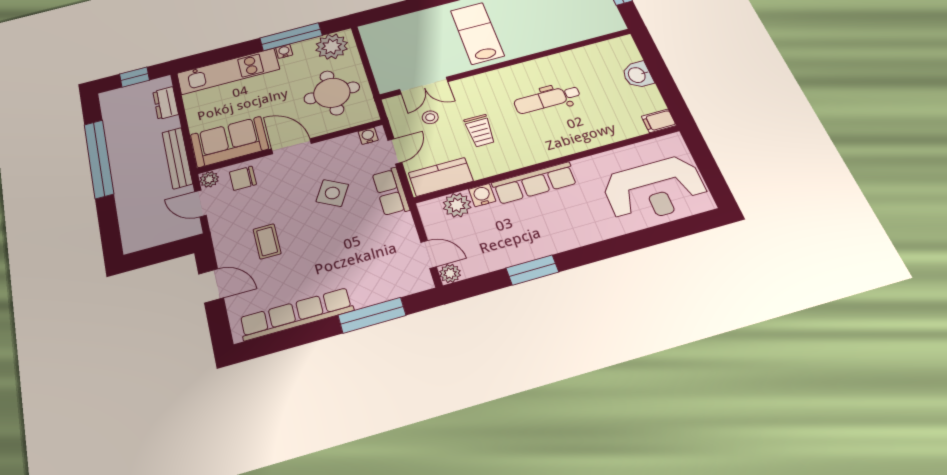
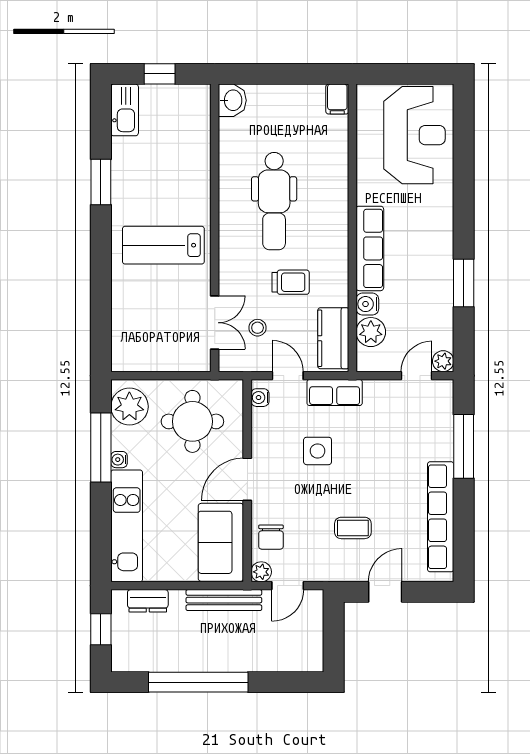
washbasin: (637, 75) -> (232, 100), moved, turned -90
dental chair: (547, 99) -> (274, 201), width x1.36, depth x1.38
side table: (332, 193) -> (318, 451), turned -30

